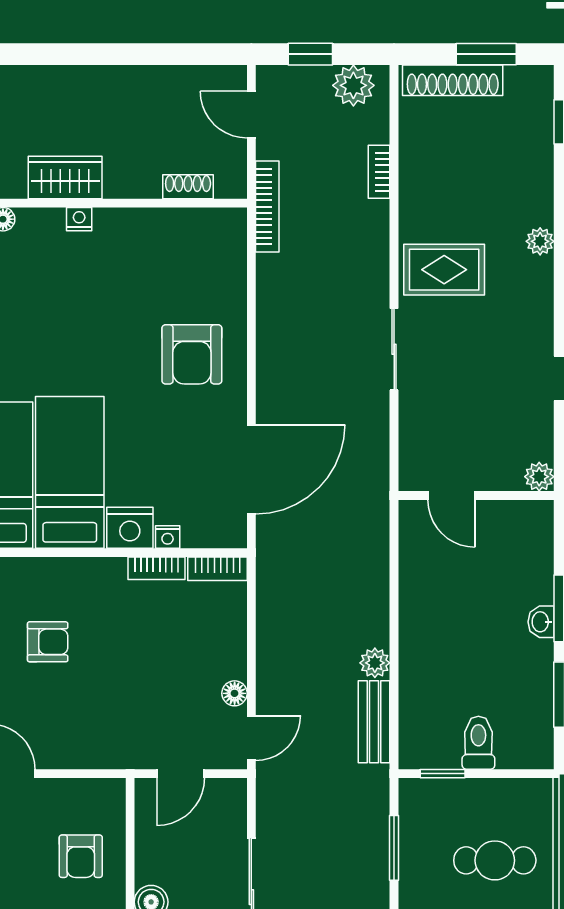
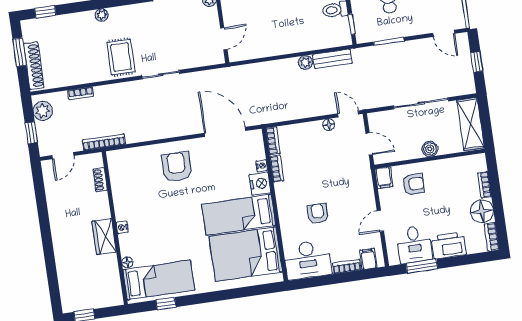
armchair: (192, 354) -> (177, 167), turned -90
filing cabinet: (104, 795) -> (384, 178), added

